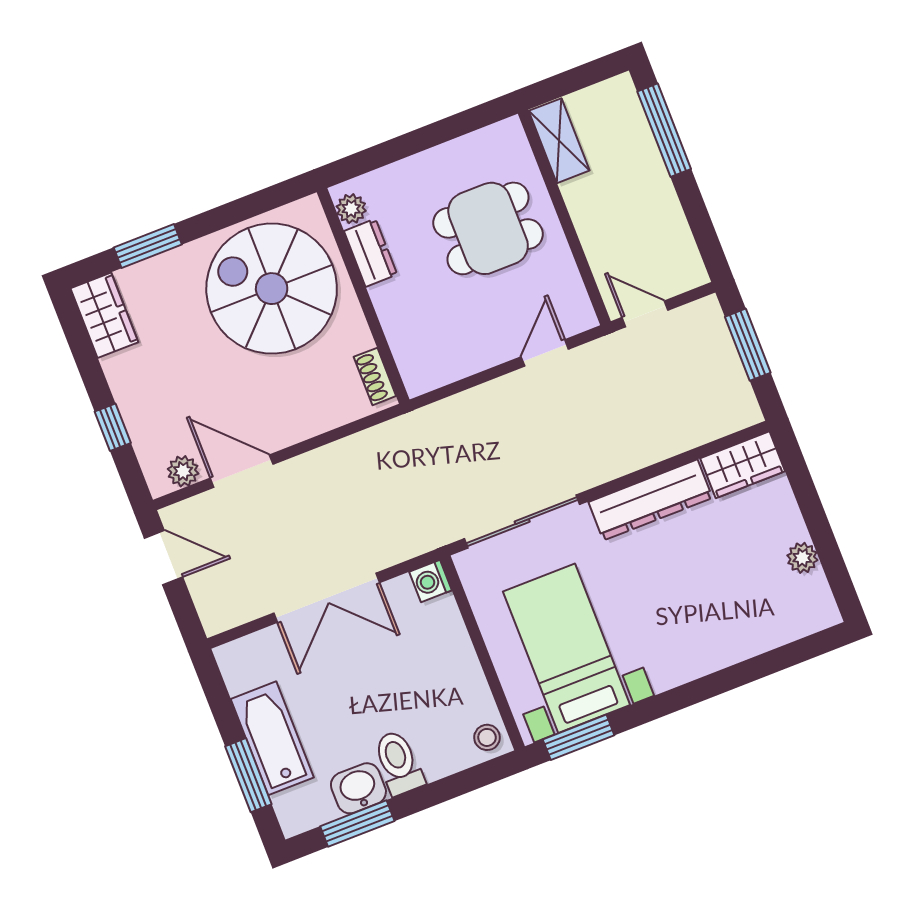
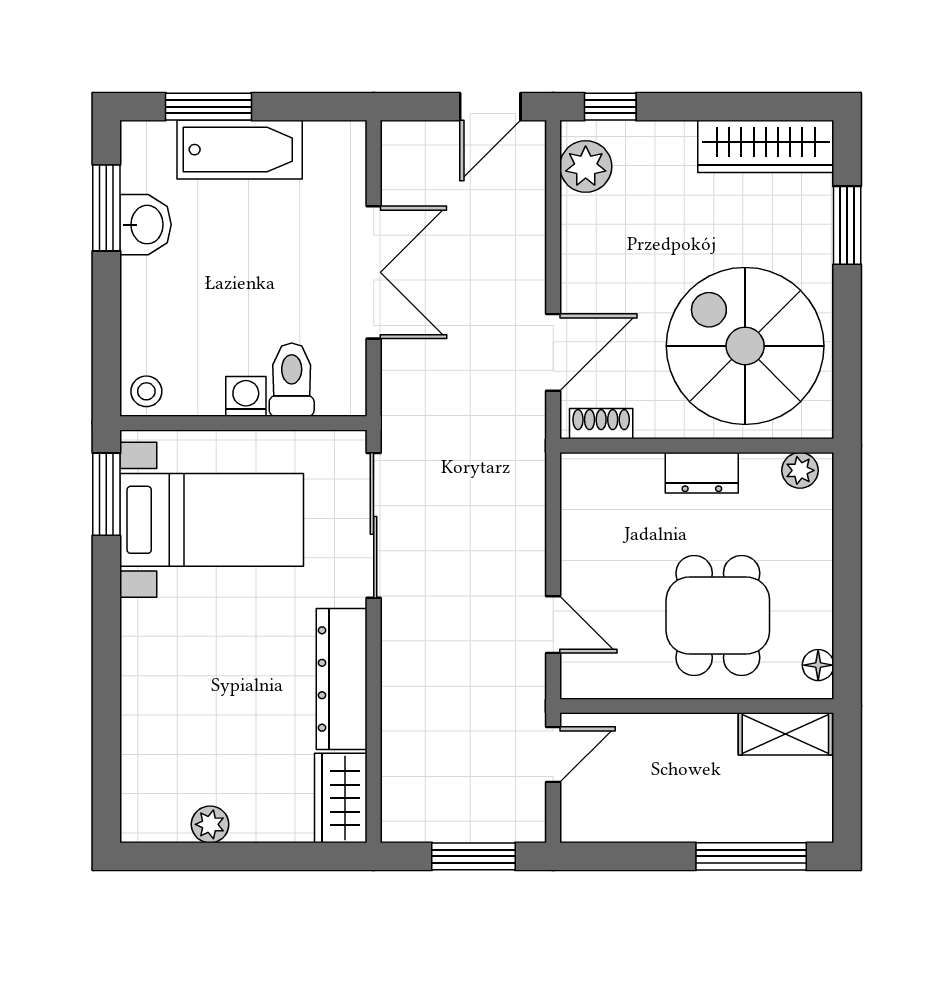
floor lamp: (496, 136) -> (818, 665), added
dresser: (371, 253) -> (702, 473), moved
spiral stairs: (272, 289) -> (745, 346), turned -90
wardrobe: (104, 315) -> (766, 146), width x1.50
window: (113, 427) -> (610, 107), moved
plant: (183, 471) -> (586, 166), width x1.38, depth x1.38
door: (242, 471) -> (553, 352), moved
washing machine: (431, 581) -> (246, 396), moved
double door: (327, 598) -> (374, 272), swing flipped
toilet: (399, 763) -> (292, 380), moved, turned -90

